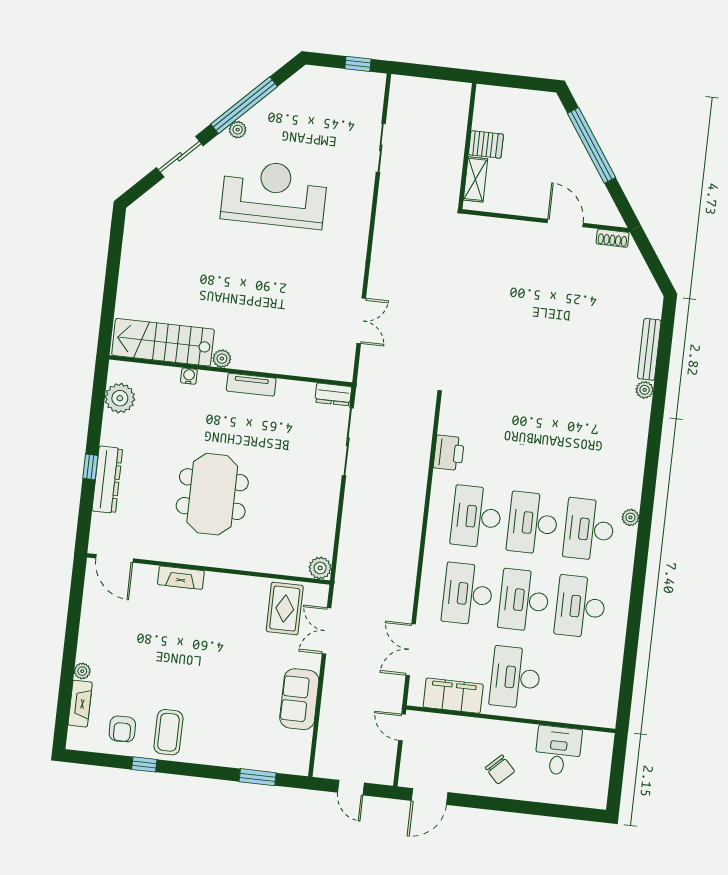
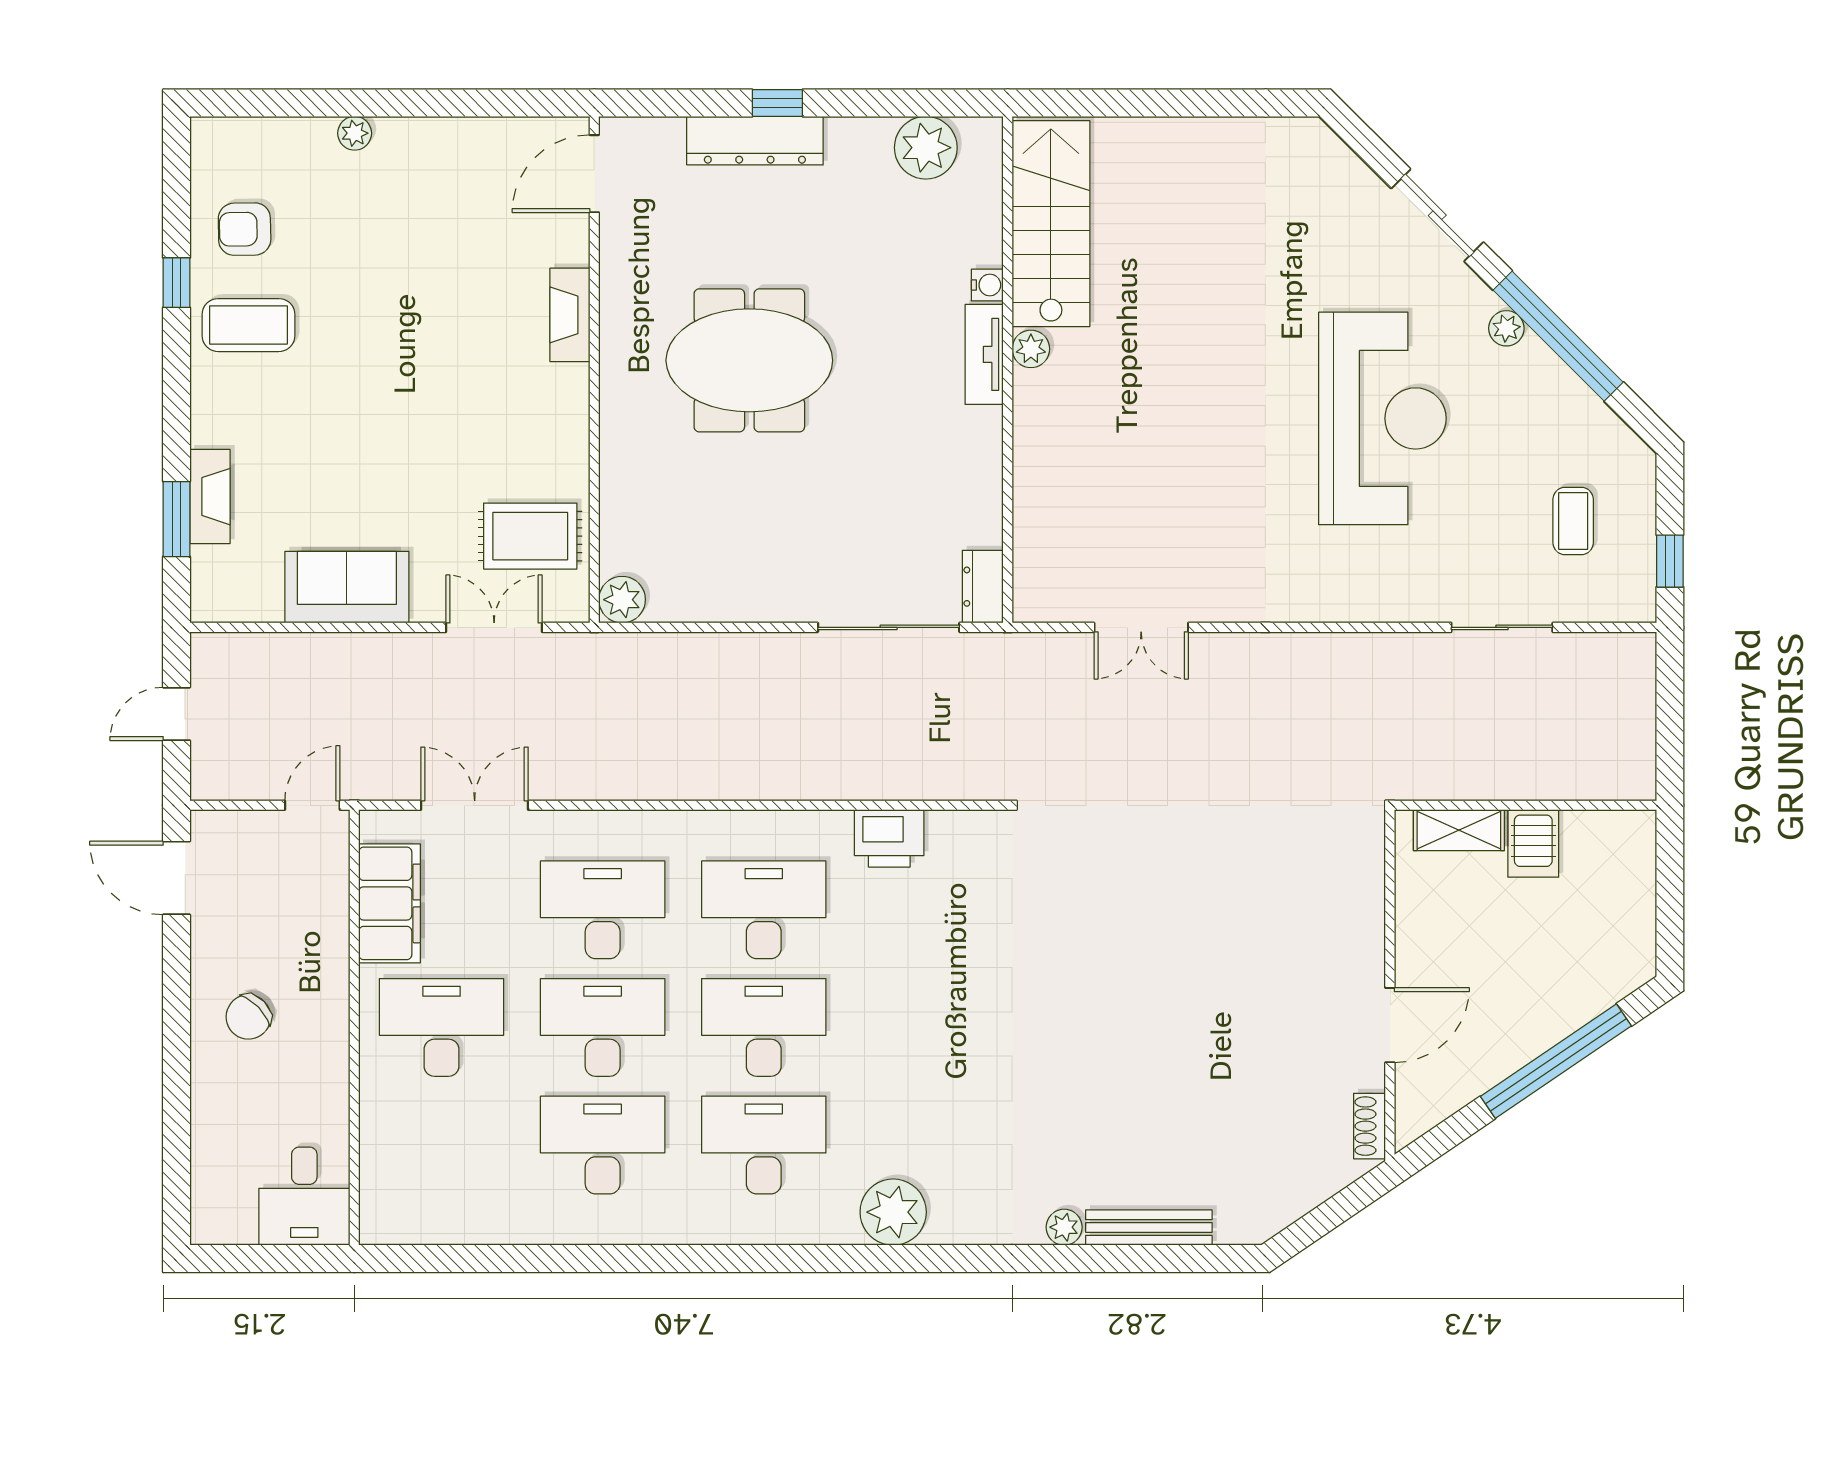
coffee table: (334, 108) -> (1573, 521), added
tv unit: (251, 385) -> (984, 354), moved
plant: (630, 517) -> (893, 1212), moved, width x1.87, depth x1.87
fireplace: (80, 704) -> (210, 497), moved, turned -90
desk: (558, 751) -> (304, 1196), moved, turned 90

